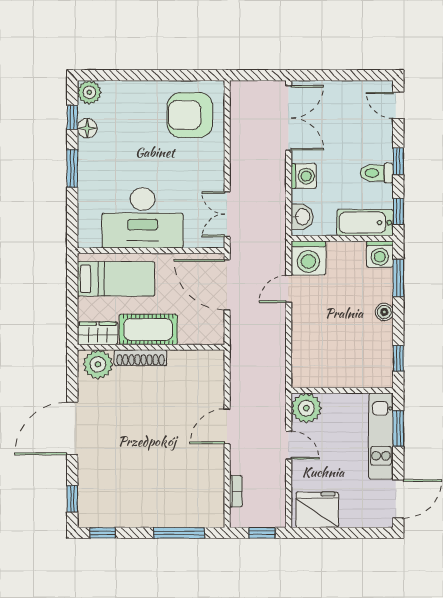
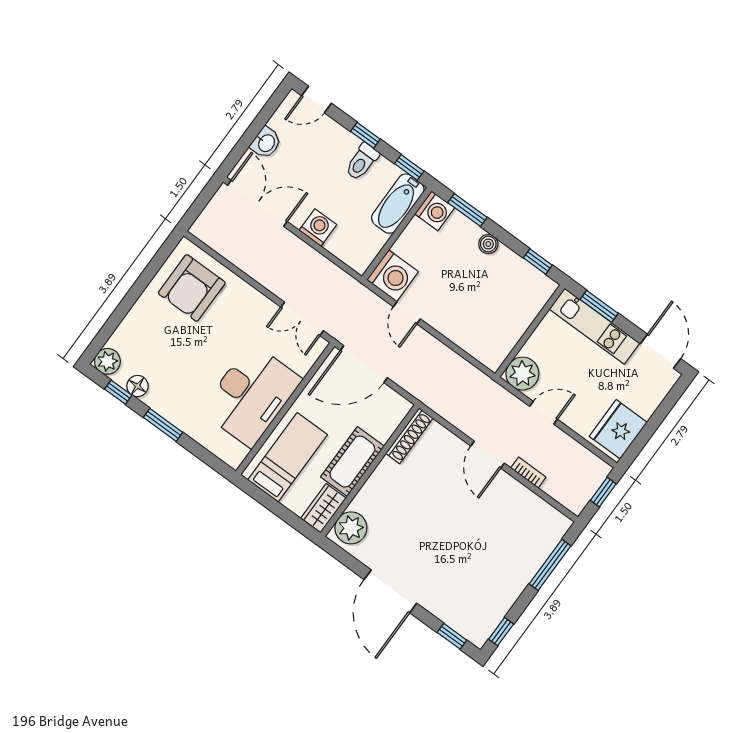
washbasin: (302, 217) -> (266, 143), moved, turned 90
shoe rack: (141, 358) -> (409, 436), moved
bookcase: (236, 491) -> (528, 473), moved

